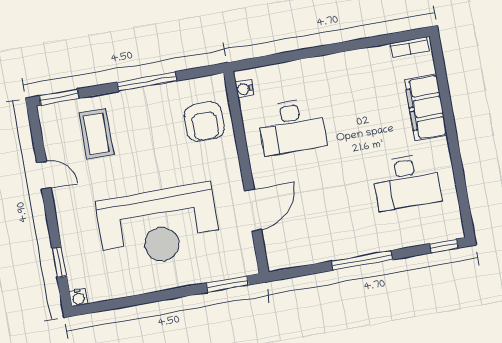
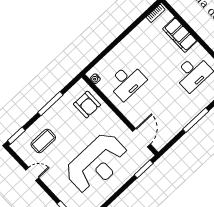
coffee table: (96, 134) -> (43, 141), turned 90
door: (253, 210) -> (142, 138), moved

